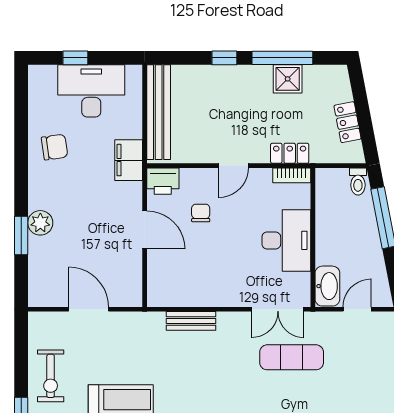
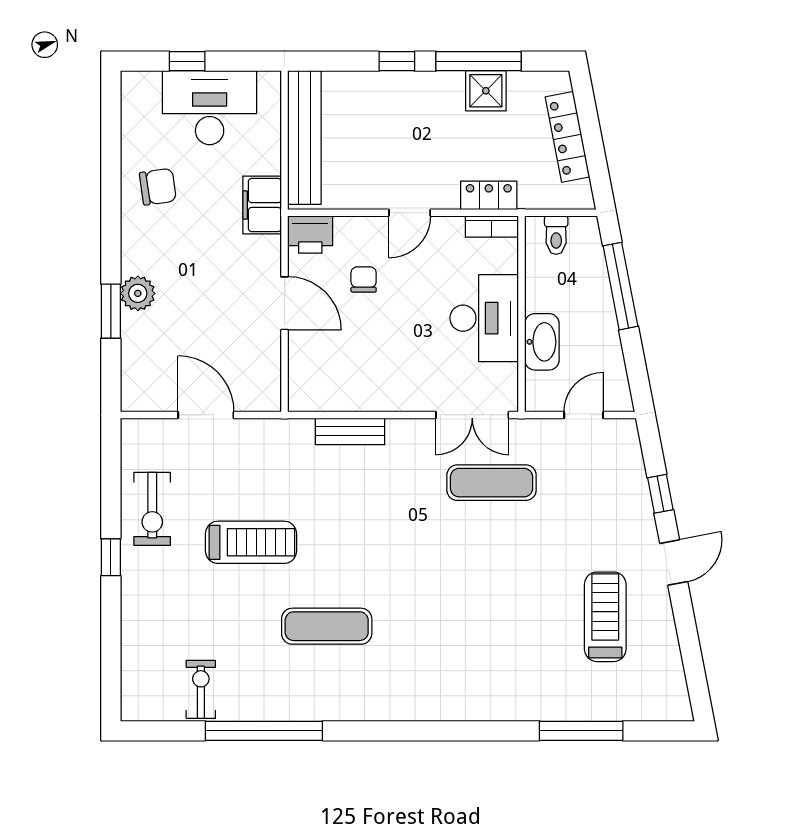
locker: (348, 122) -> (567, 137), width x1.53
toilet: (358, 182) -> (556, 235), moved
washbasin: (327, 286) -> (542, 342), moved

